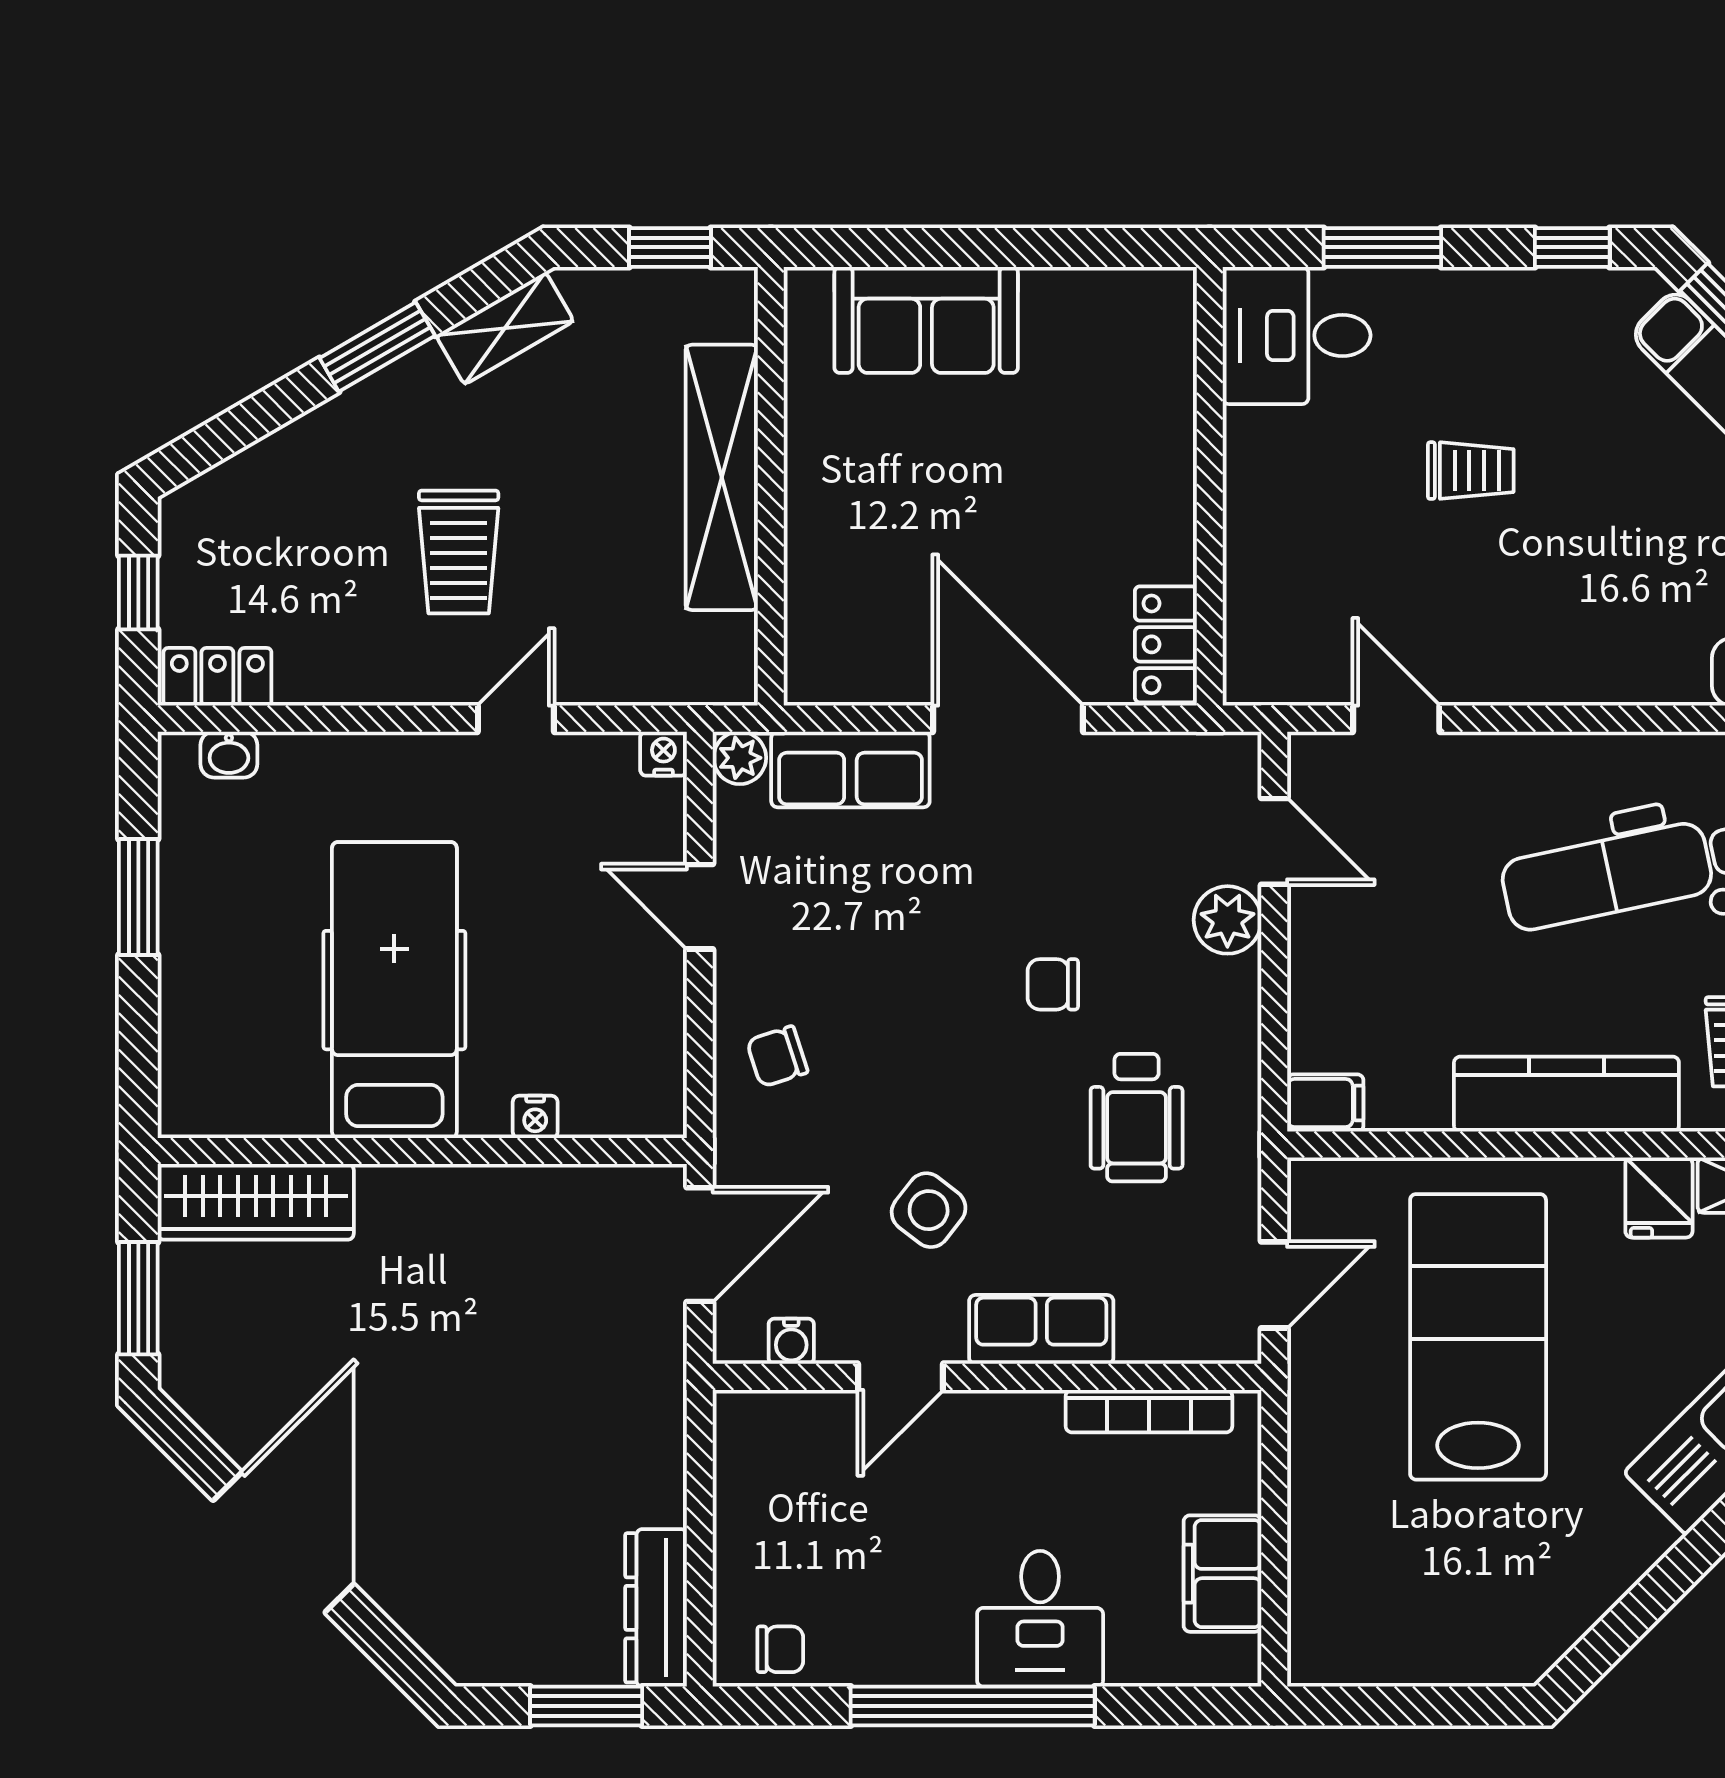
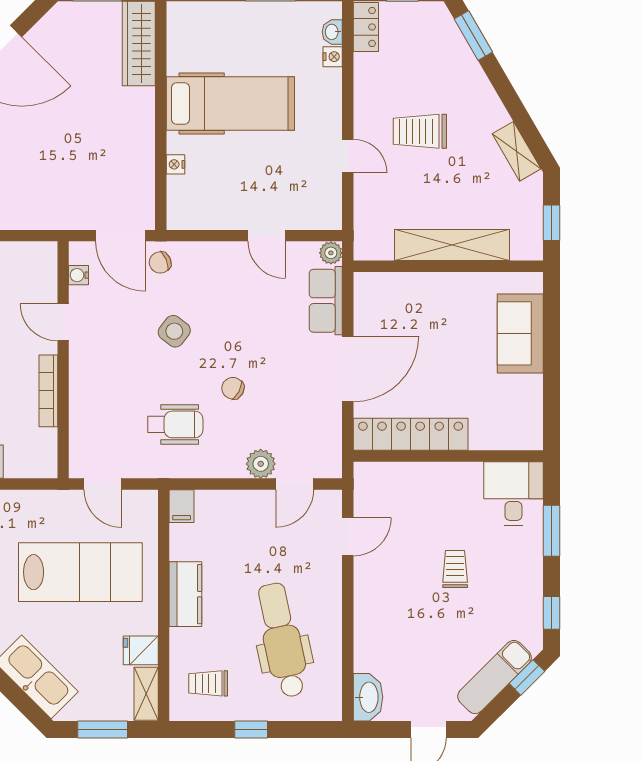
window: (377, 347) -> (473, 36), moved
trolley: (1471, 471) -> (455, 569), turned 180
locker: (1166, 644) -> (411, 434), width x2.16, depth x1.21
nightstand: (663, 754) -> (333, 57), moved
door: (700, 907) -> (266, 236), swing flipped
chair: (1053, 984) -> (233, 388), turned -62
chair: (777, 1056) -> (160, 262), moved, turned -95
kitchen counter: (1566, 1094) -> (185, 594), width x0.67
wheelchair: (1137, 1118) -> (175, 424), turned 180
side table: (929, 1210) -> (174, 331), moved
row of seats: (1041, 1329) -> (84, 383), removed
bookcase: (1149, 1411) -> (48, 391), moved

